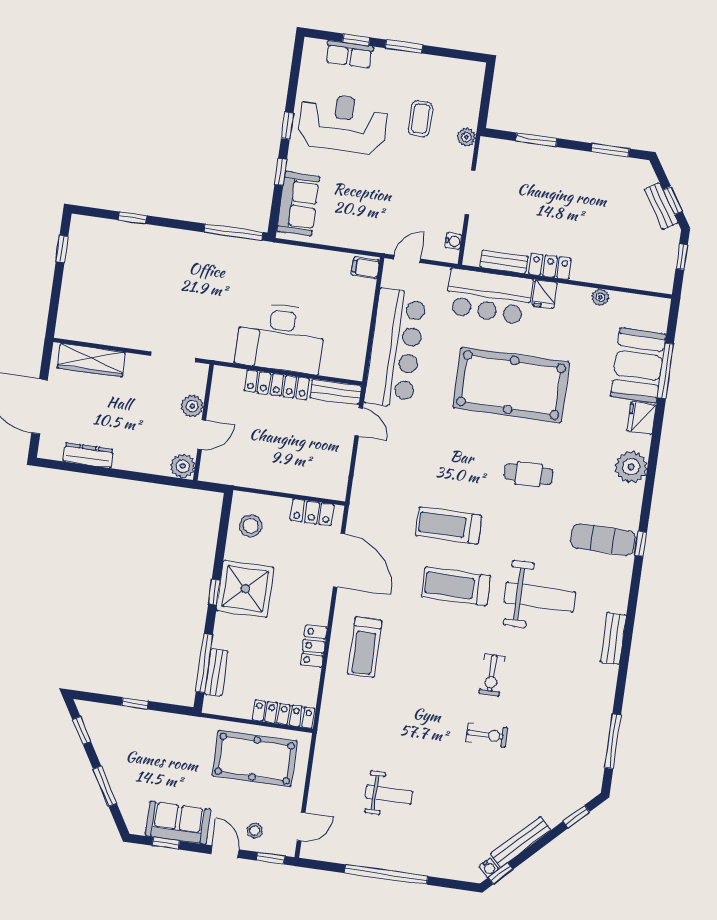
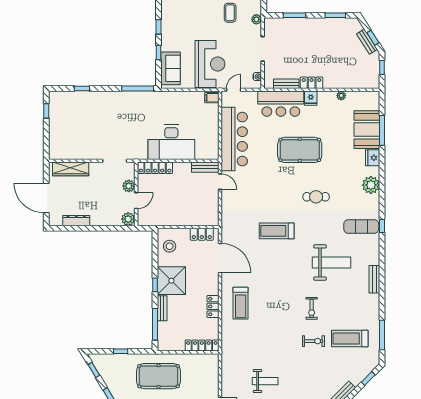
reception desk: (343, 123) -> (210, 64), moved, turned 90
locker: (277, 385) -> (155, 168), moved
pool table: (511, 385) -> (300, 150), width x0.73, depth x0.76
treadmill: (456, 586) -> (350, 339), moved
bench: (216, 672) -> (162, 308), moved
pool table: (255, 759) -> (159, 376), moved

